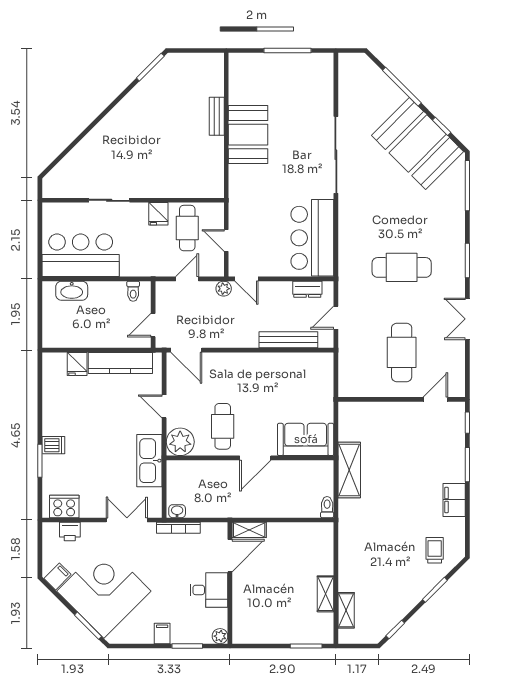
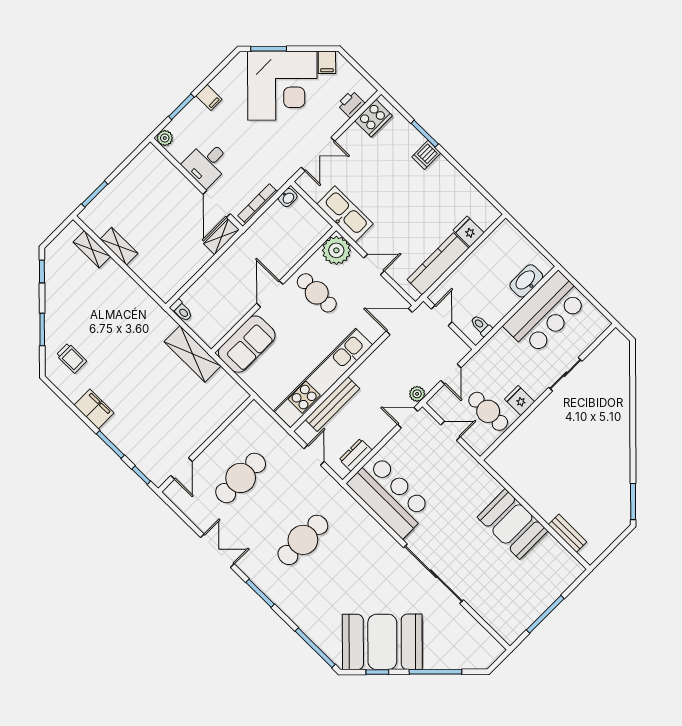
bench: (217, 116) -> (567, 533), moved
cafe table: (402, 352) -> (241, 478), turned 90
kitchen unit: (277, 364) -> (323, 378), added
bookcase: (178, 528) -> (258, 204), moved

